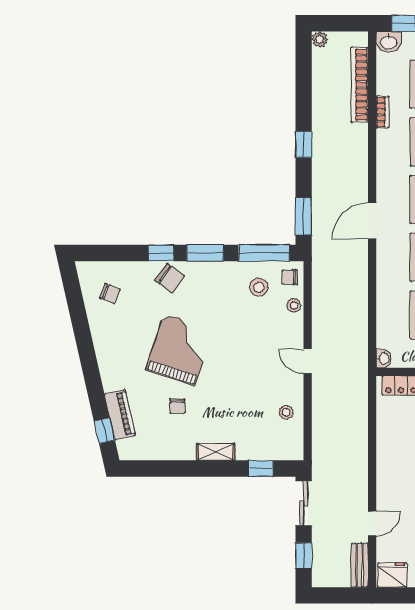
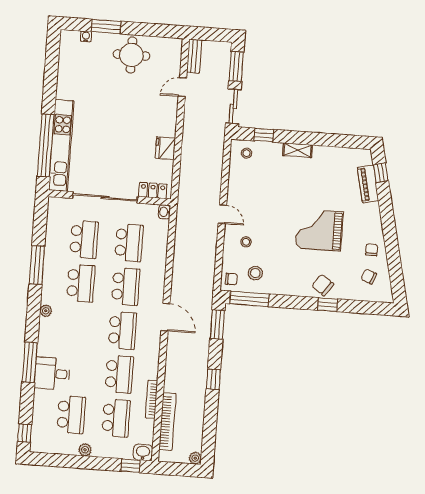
bookcase: (382, 112) -> (152, 399), width x1.56
door: (372, 221) -> (166, 317), hinge flipped
window: (205, 253) -> (294, 302), removed
stool: (294, 305) -> (246, 242), moved
grand piano: (179, 350) -> (319, 230), turned 72
chair: (177, 406) -> (372, 250), moved
stool: (286, 412) -> (247, 153), moved
window: (304, 556) -> (236, 67), width x1.50
fridge: (392, 575) -> (165, 148), moved, turned 90

